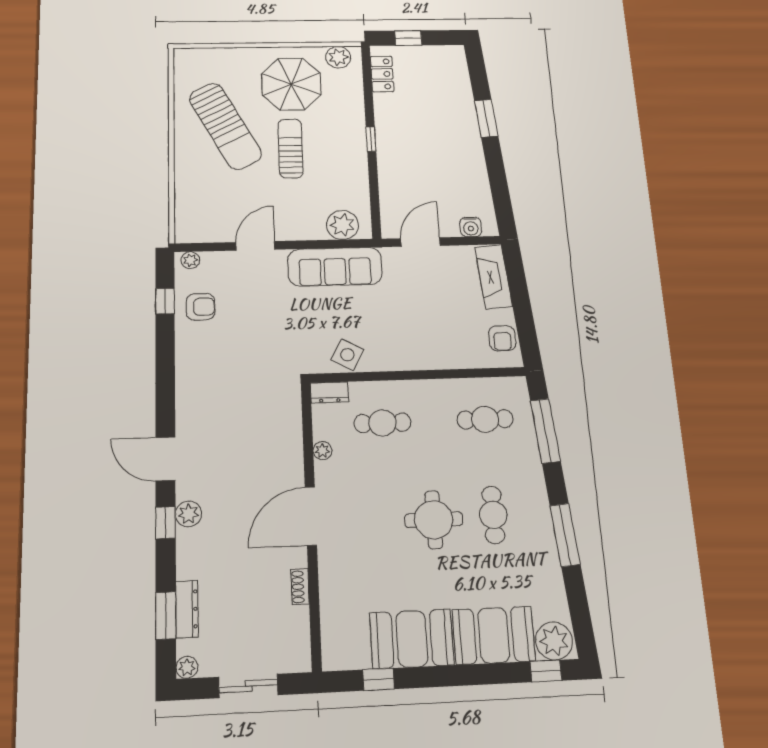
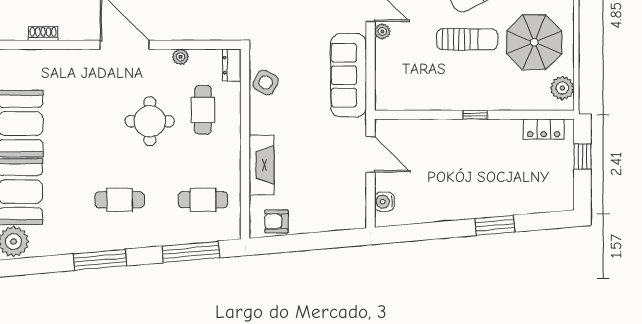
plant: (343, 225) -> (382, 31), moved, width x0.53, depth x0.53
fireplace: (494, 277) -> (262, 165), moved, turned 95
cafe table: (485, 419) -> (203, 200), turned 90
round table: (434, 520) -> (150, 121), moved
shoe rack: (300, 587) -> (43, 34), moved

